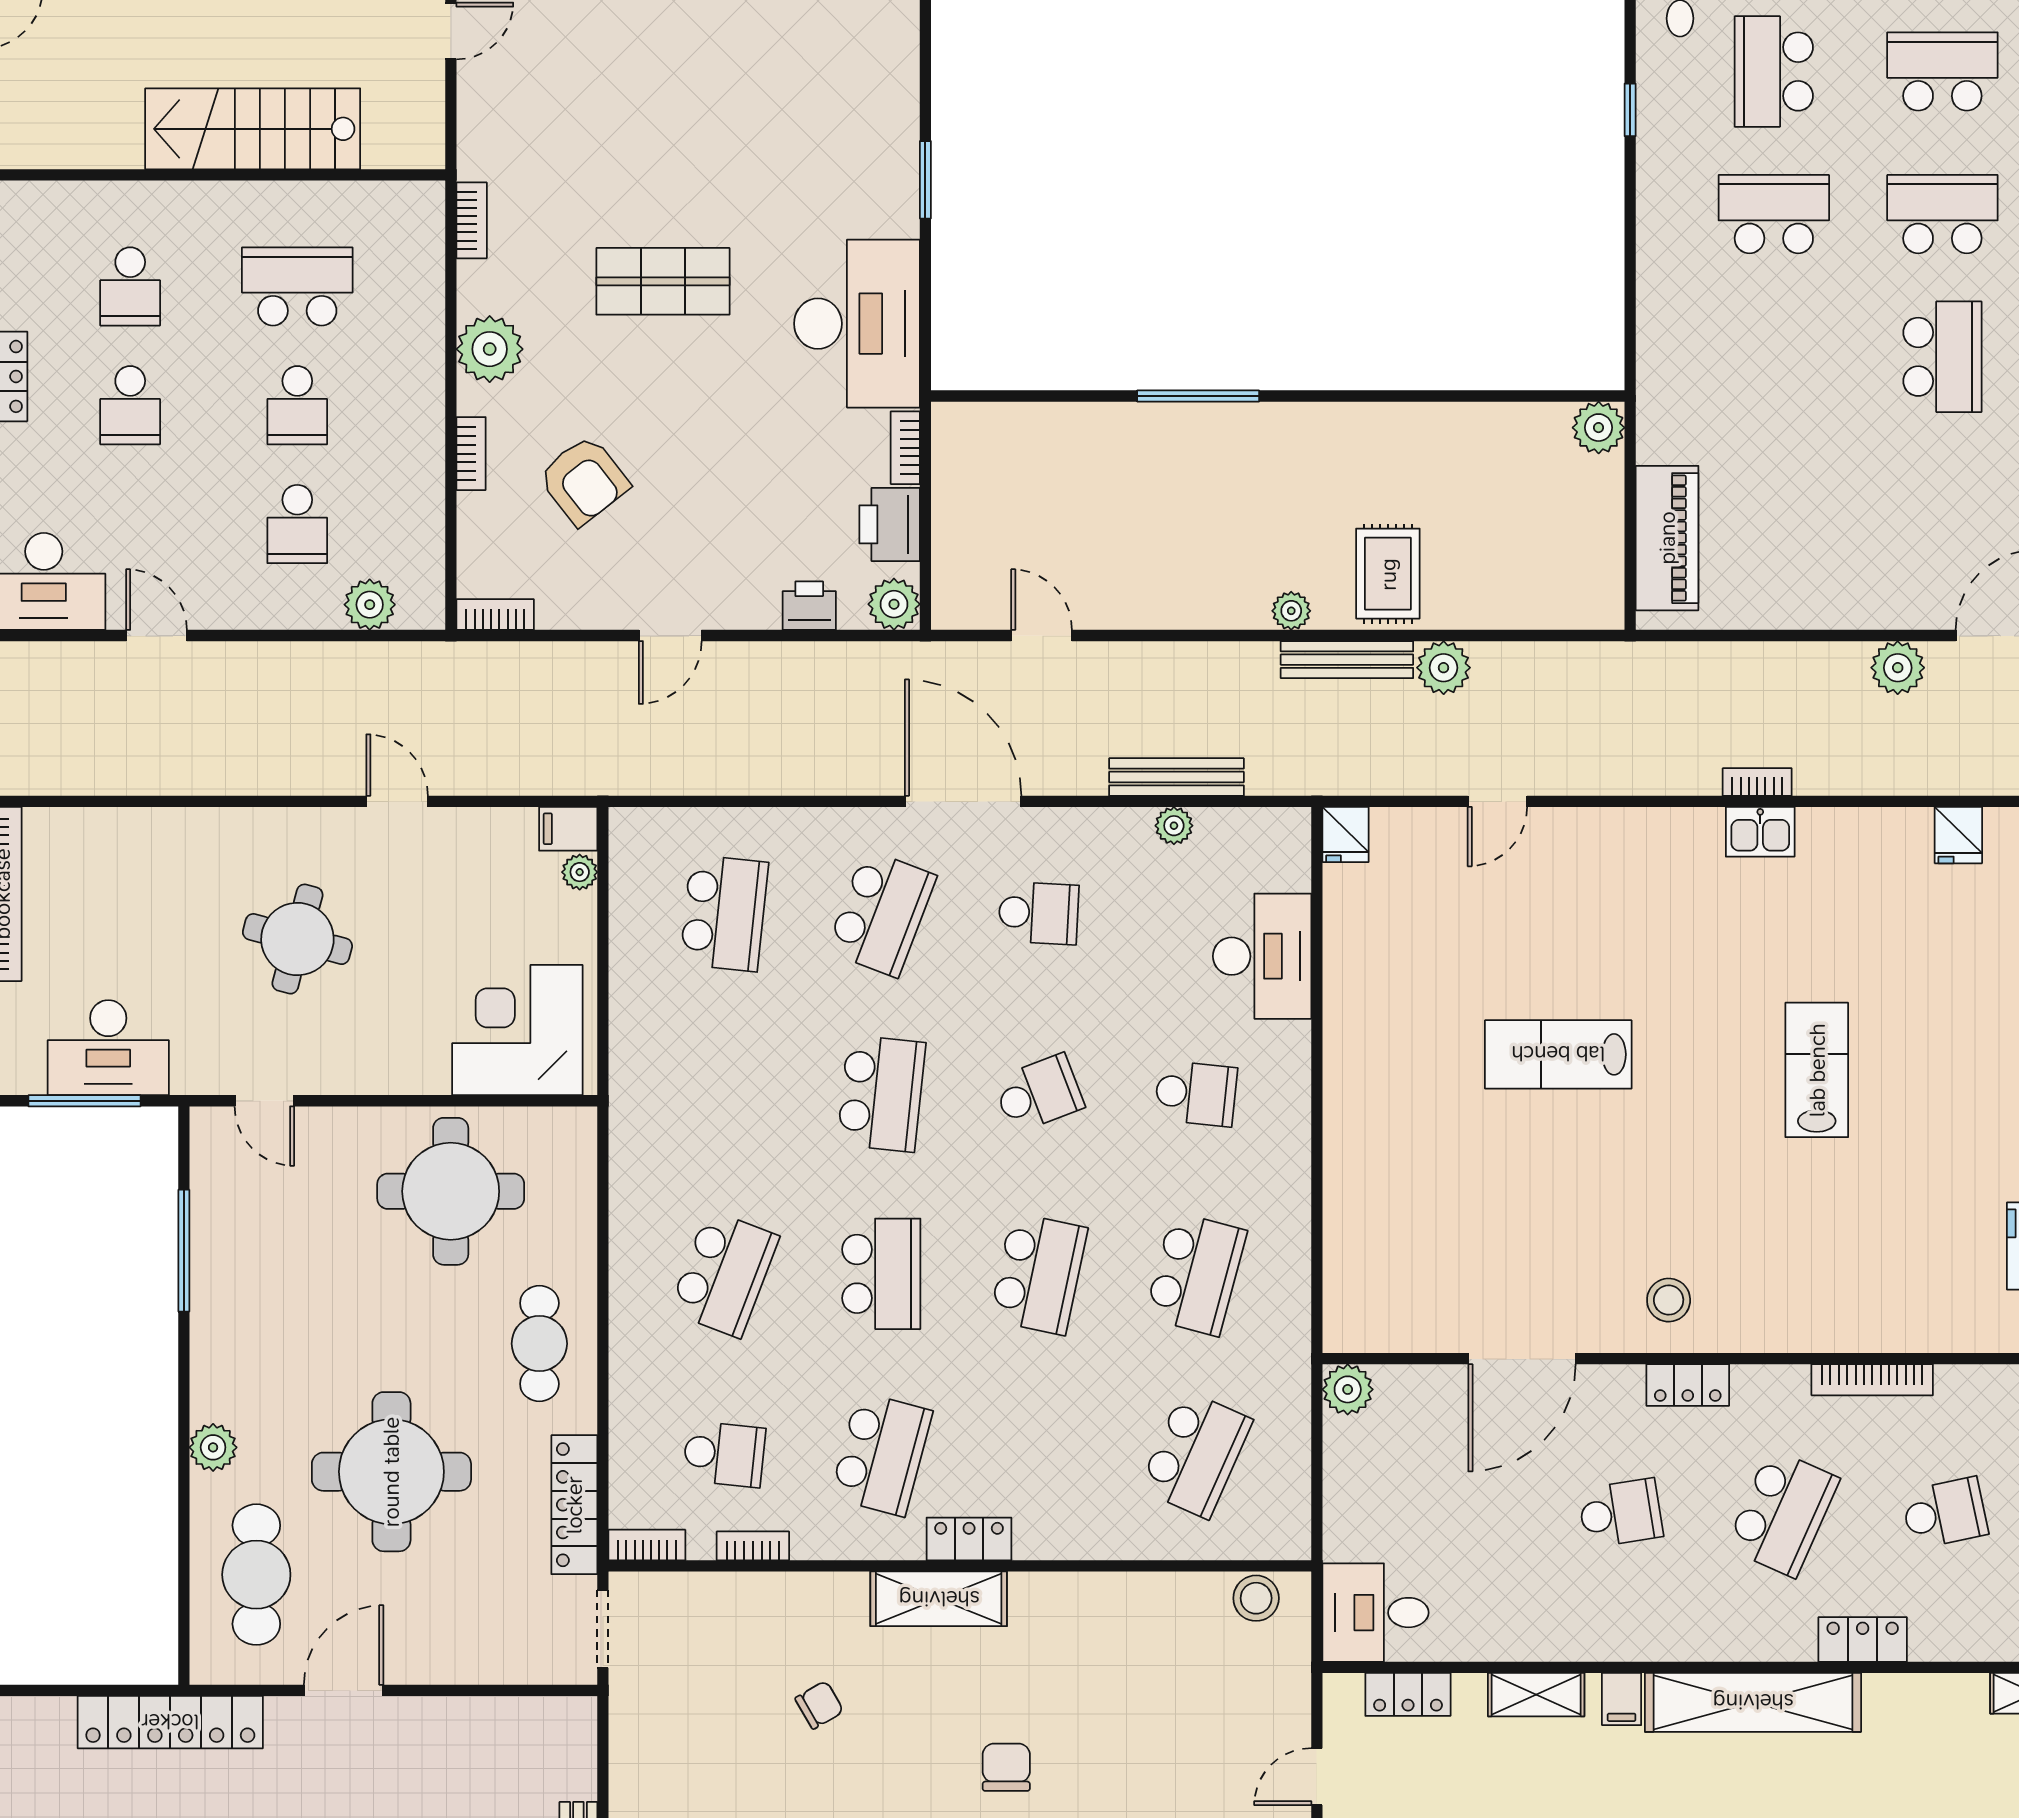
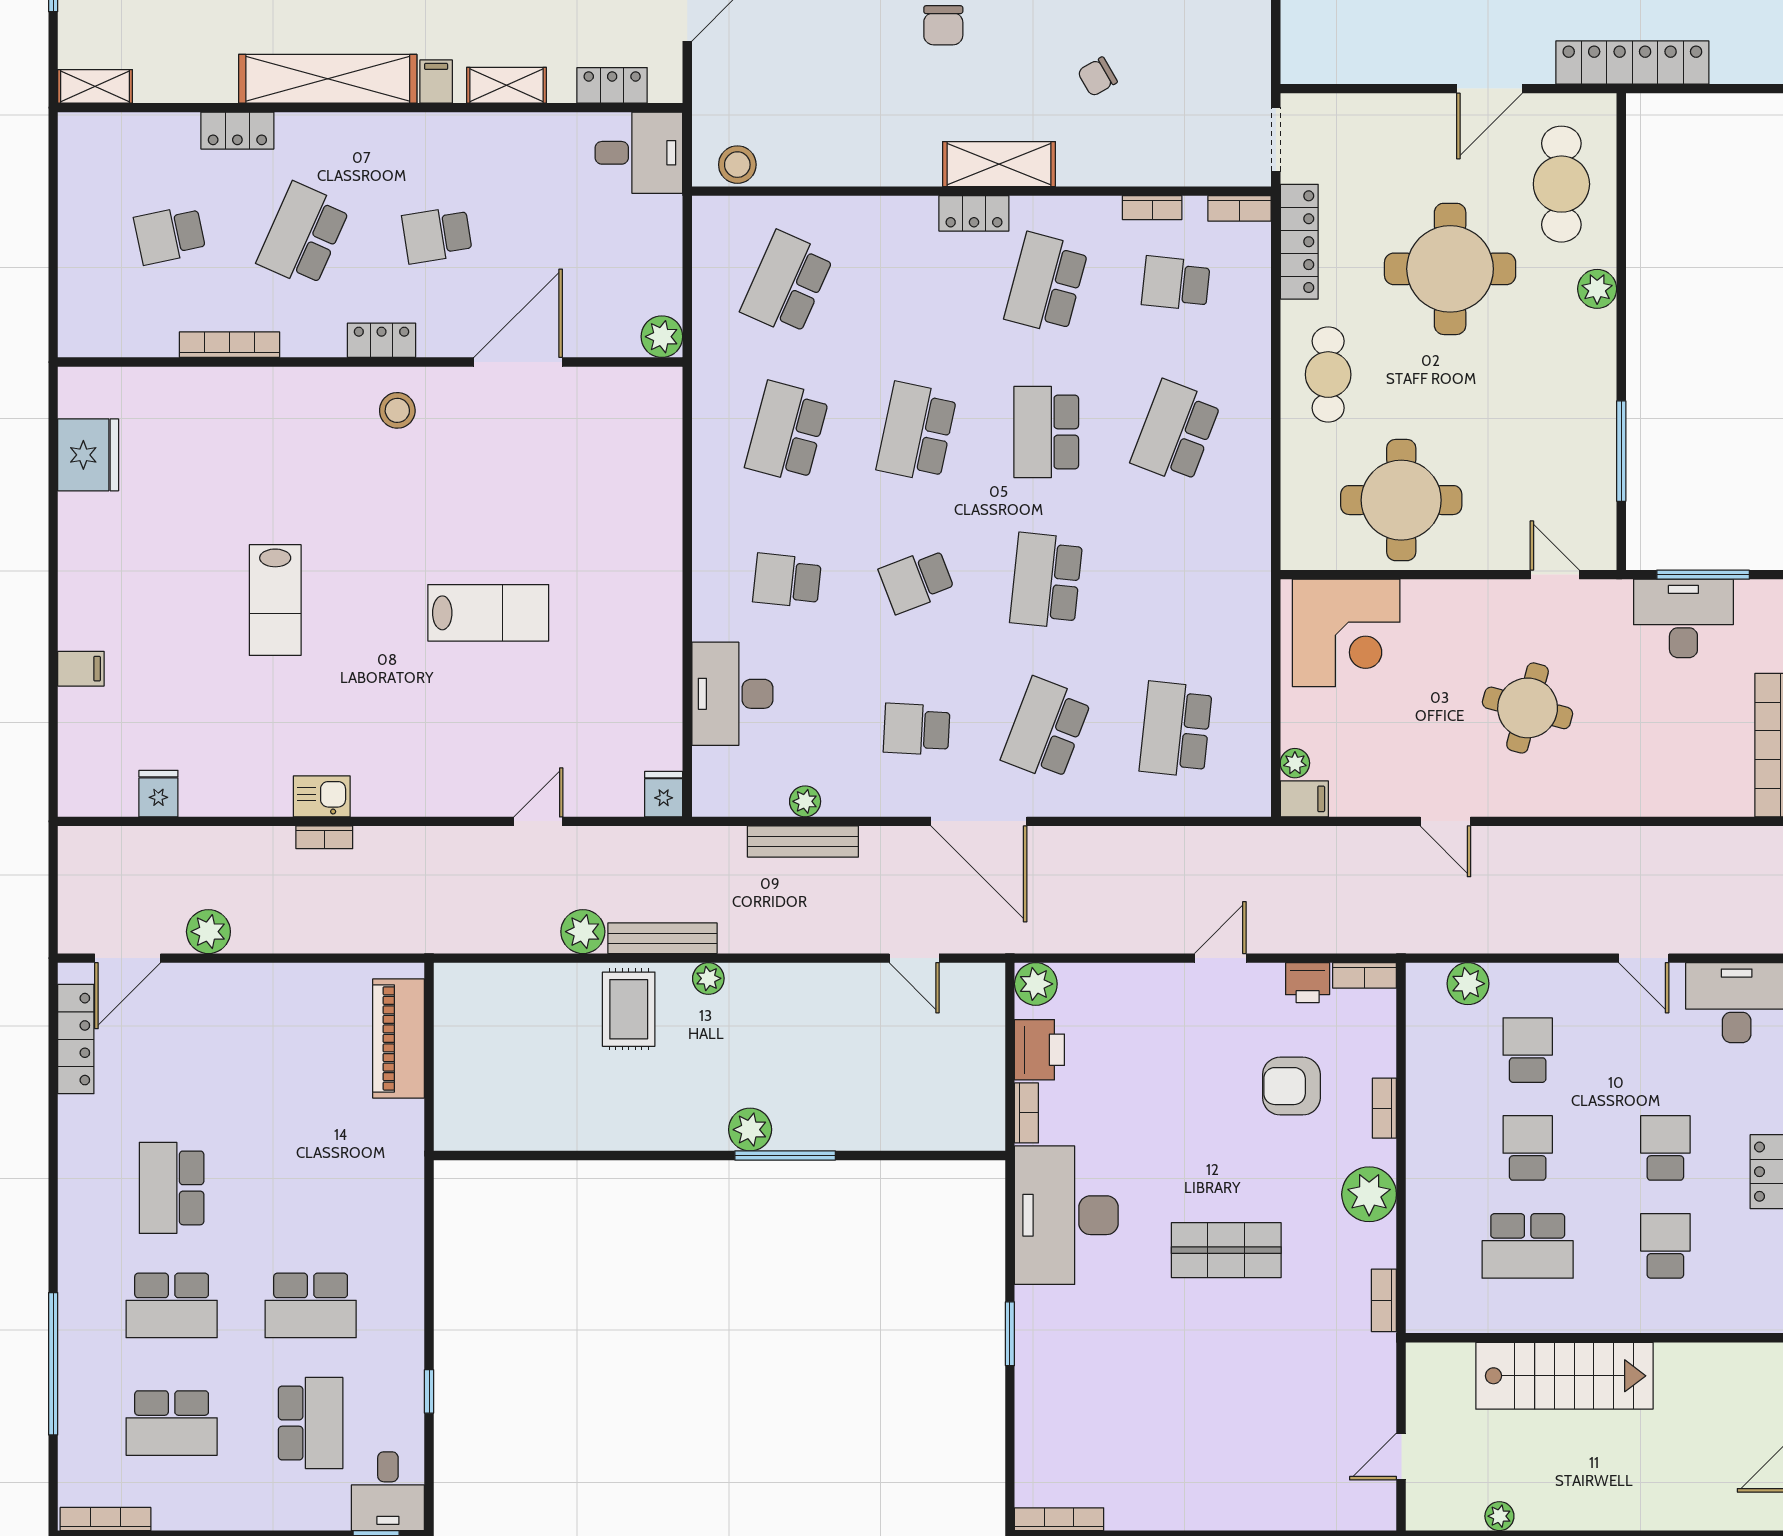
plant: (1599, 428) -> (750, 1130), moved
armchair: (584, 480) -> (1291, 1086), turned -52
printer: (809, 606) -> (1308, 983), moved

